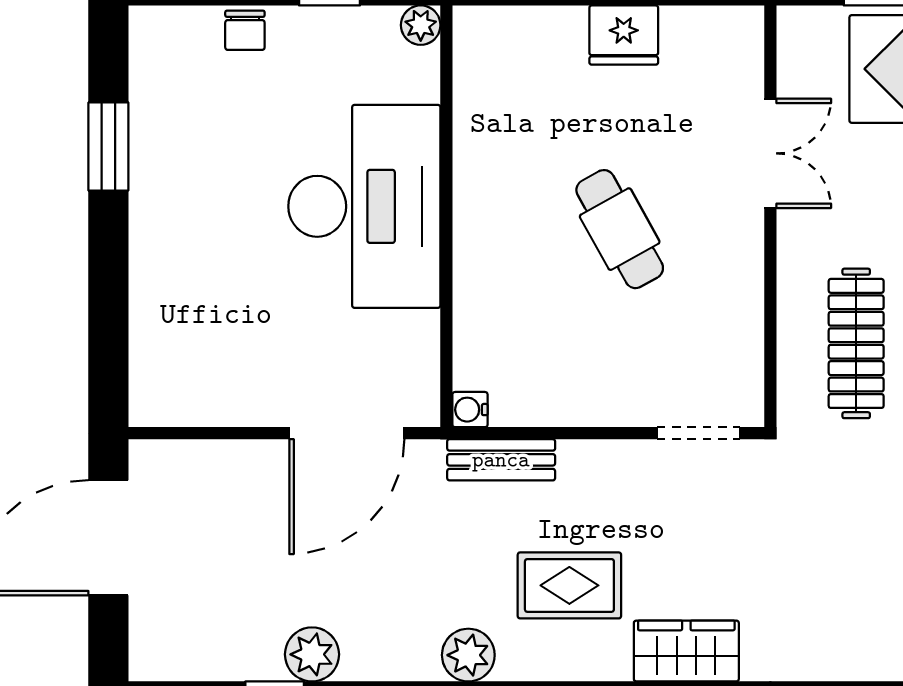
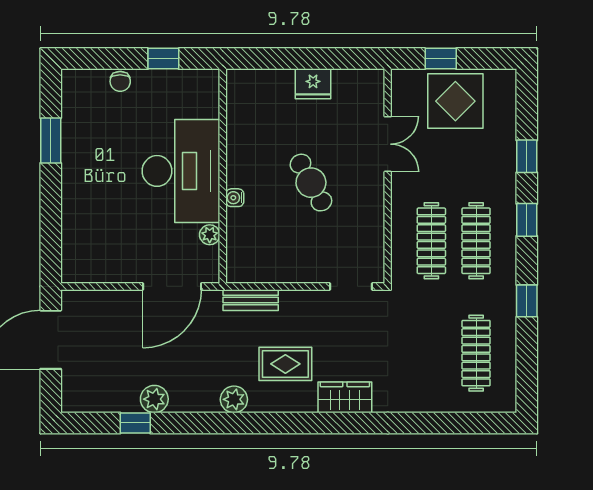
plant: (421, 25) -> (210, 235), moved
water cooler: (470, 410) -> (235, 198), moved

